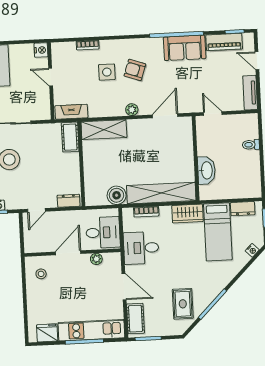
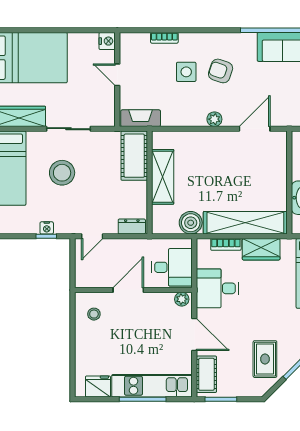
shelving: (104, 130) -> (163, 177), moved, turned 90
cot: (70, 137) -> (134, 156), width x1.37, depth x1.34
wardrobe: (187, 214) -> (261, 249), moved
plant: (96, 259) -> (182, 299), moved

